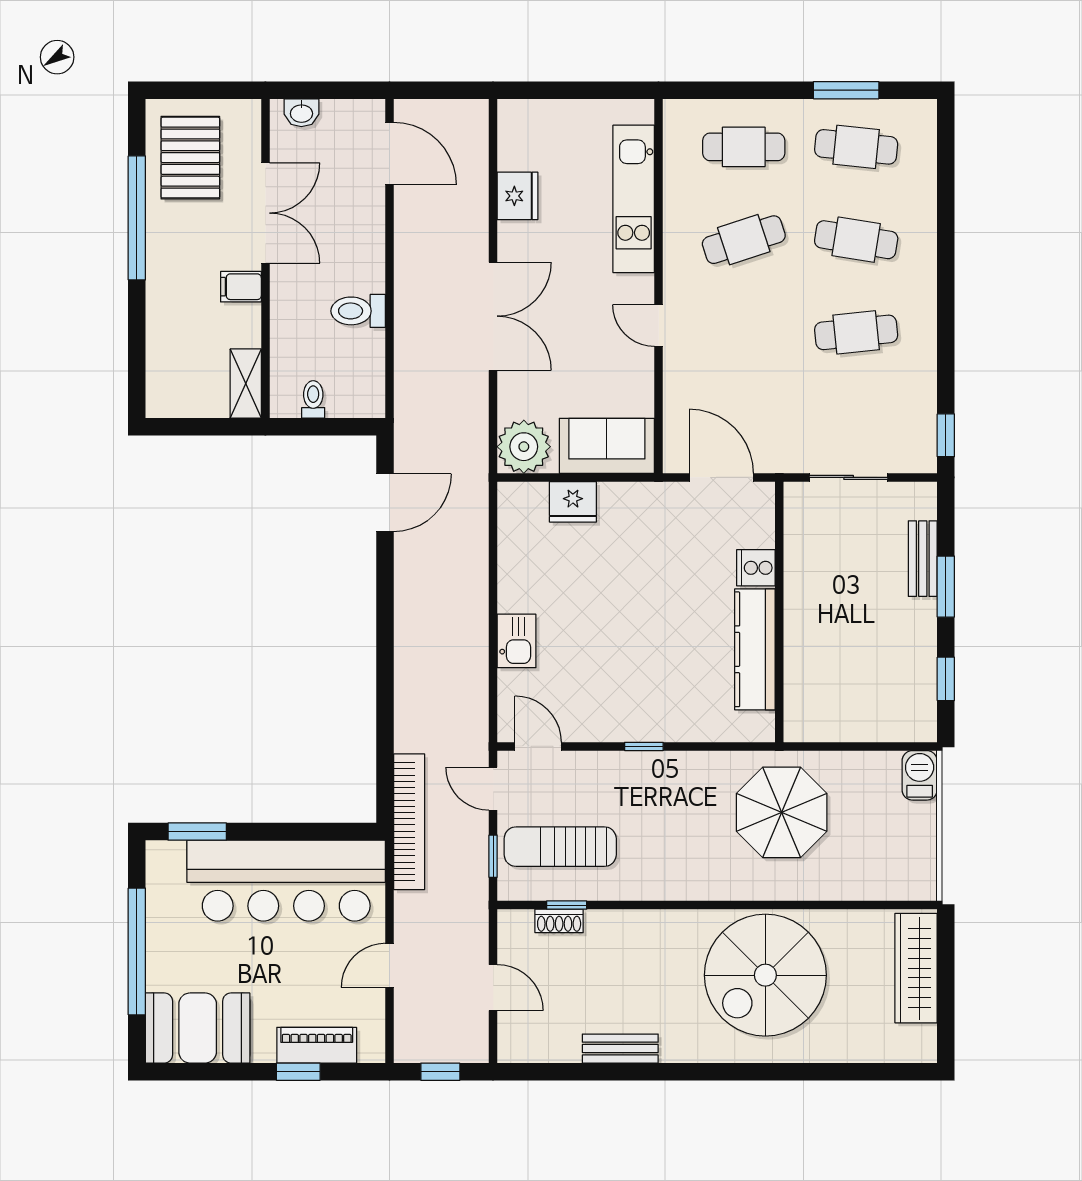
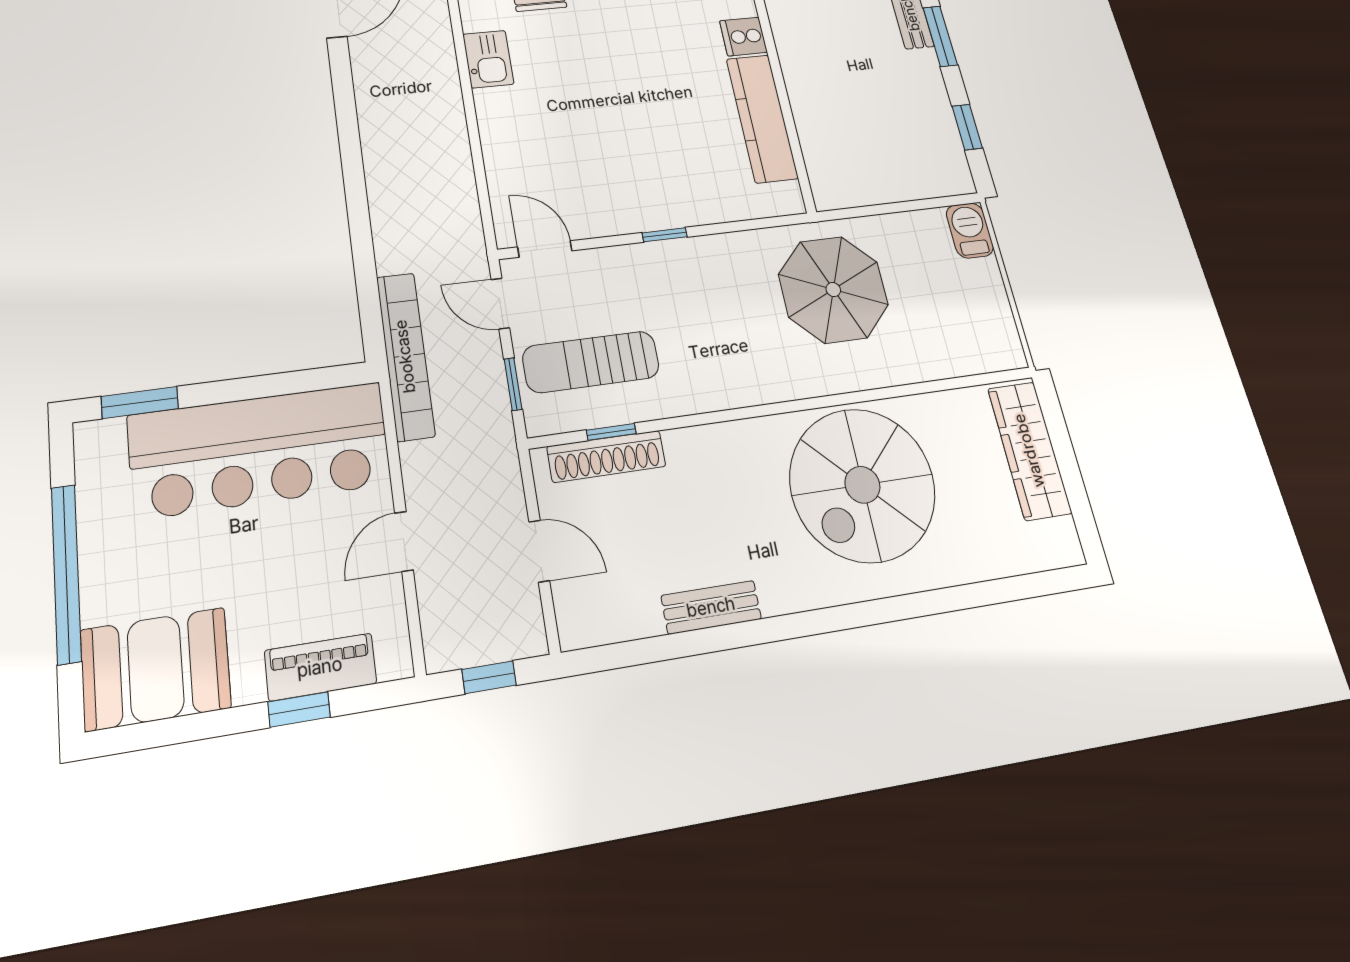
kitchen sink: (517, 641) -> (488, 59), moved
shoe rack: (559, 921) -> (606, 456), width x1.94, depth x1.24

